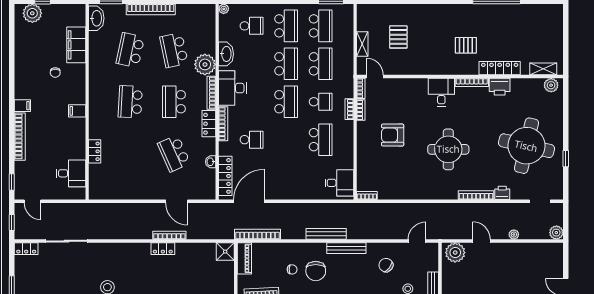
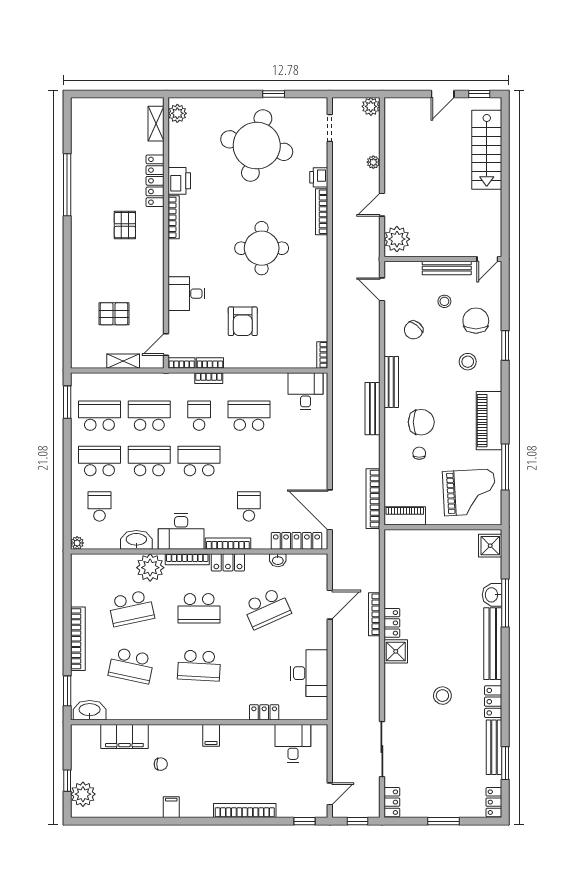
desk: (441, 92) -> (186, 294), moved
filing cabinet: (22, 106) -> (171, 807), moved
desk: (125, 186) -> (309, 673), added
shower: (225, 252) -> (396, 651), moved

